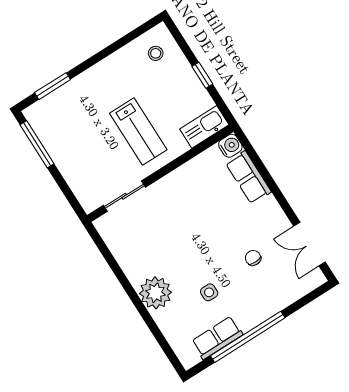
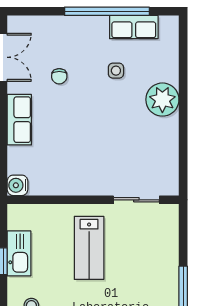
kitchen sink: (204, 127) -> (19, 253), moved, turned -90
lab bench: (138, 131) -> (89, 248), turned 180
row of seats: (248, 177) -> (19, 120), moved

